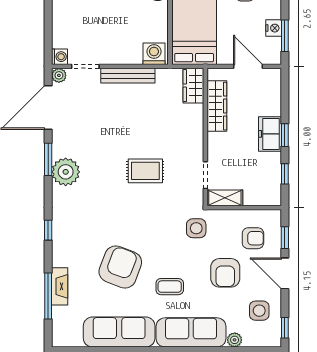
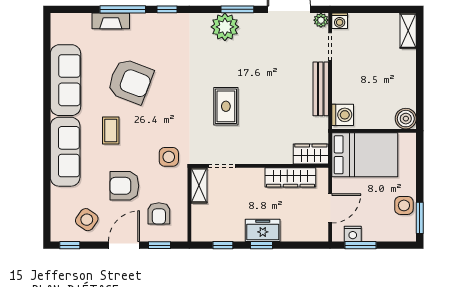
nightstand: (274, 28) -> (353, 234), moved
window: (48, 296) -> (123, 9), moved
side table: (259, 311) -> (87, 220), turned 35
plant: (235, 340) -> (58, 195), removed

